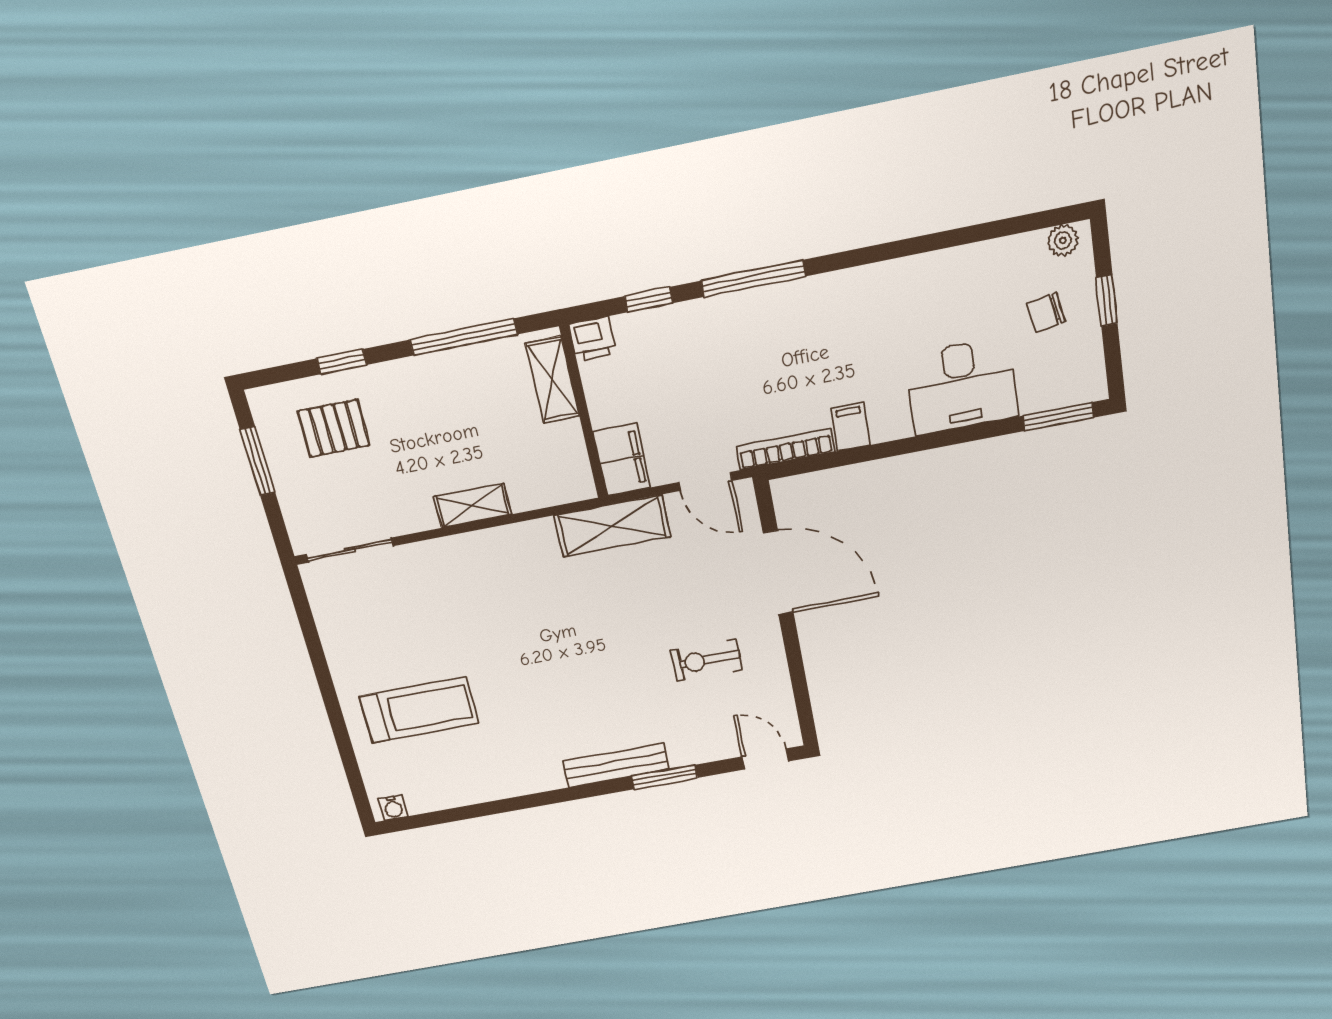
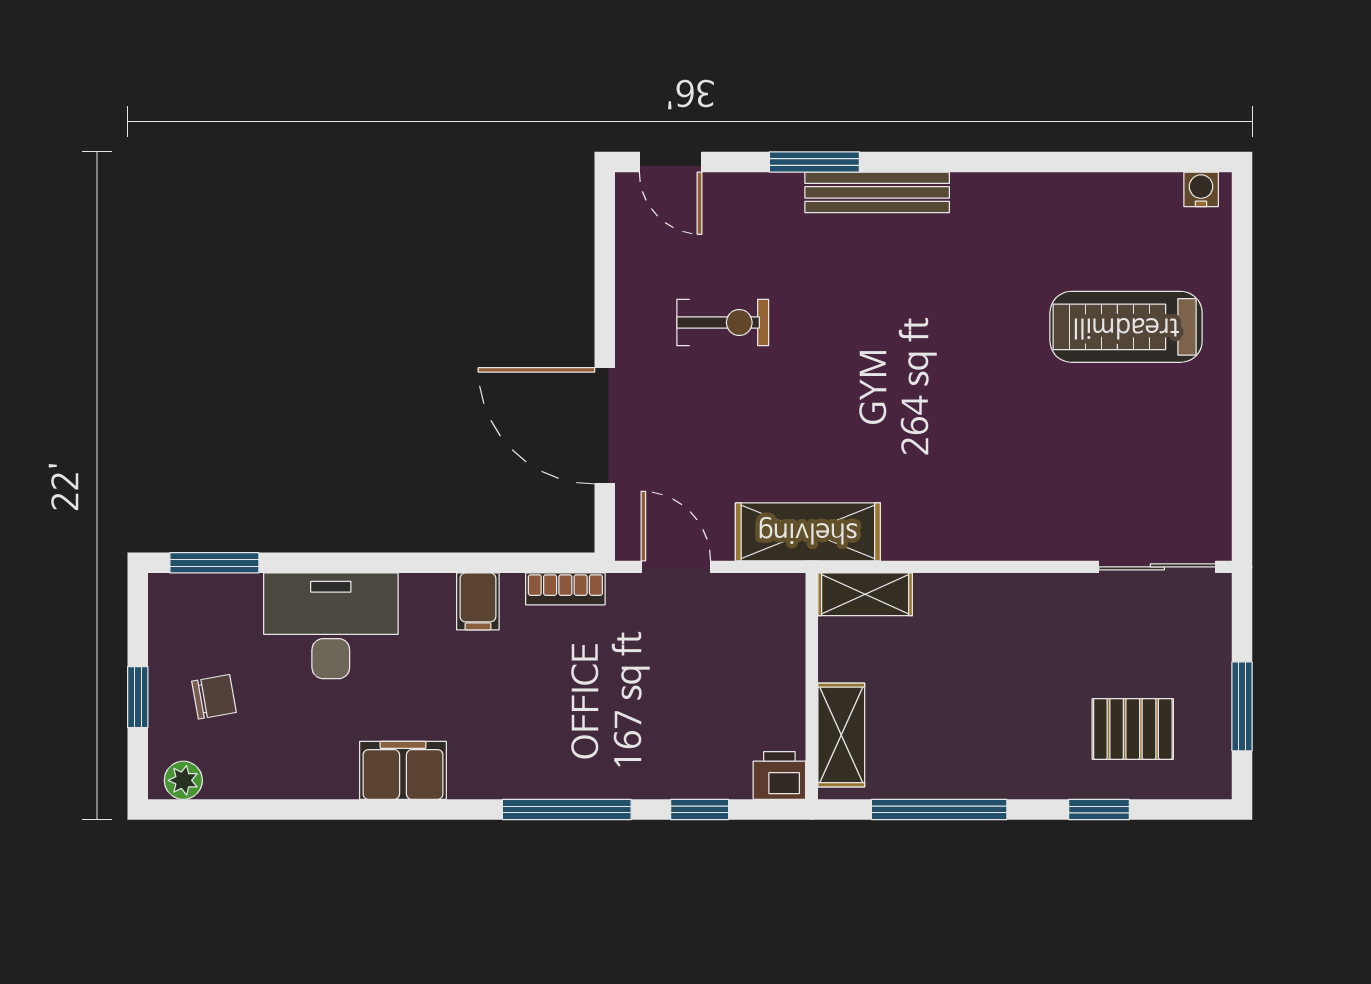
bookcase: (786, 449) -> (565, 589), width x0.64
filing cabinet: (622, 460) -> (403, 770), moved, turned 90
shelving: (473, 506) -> (865, 594), moved

